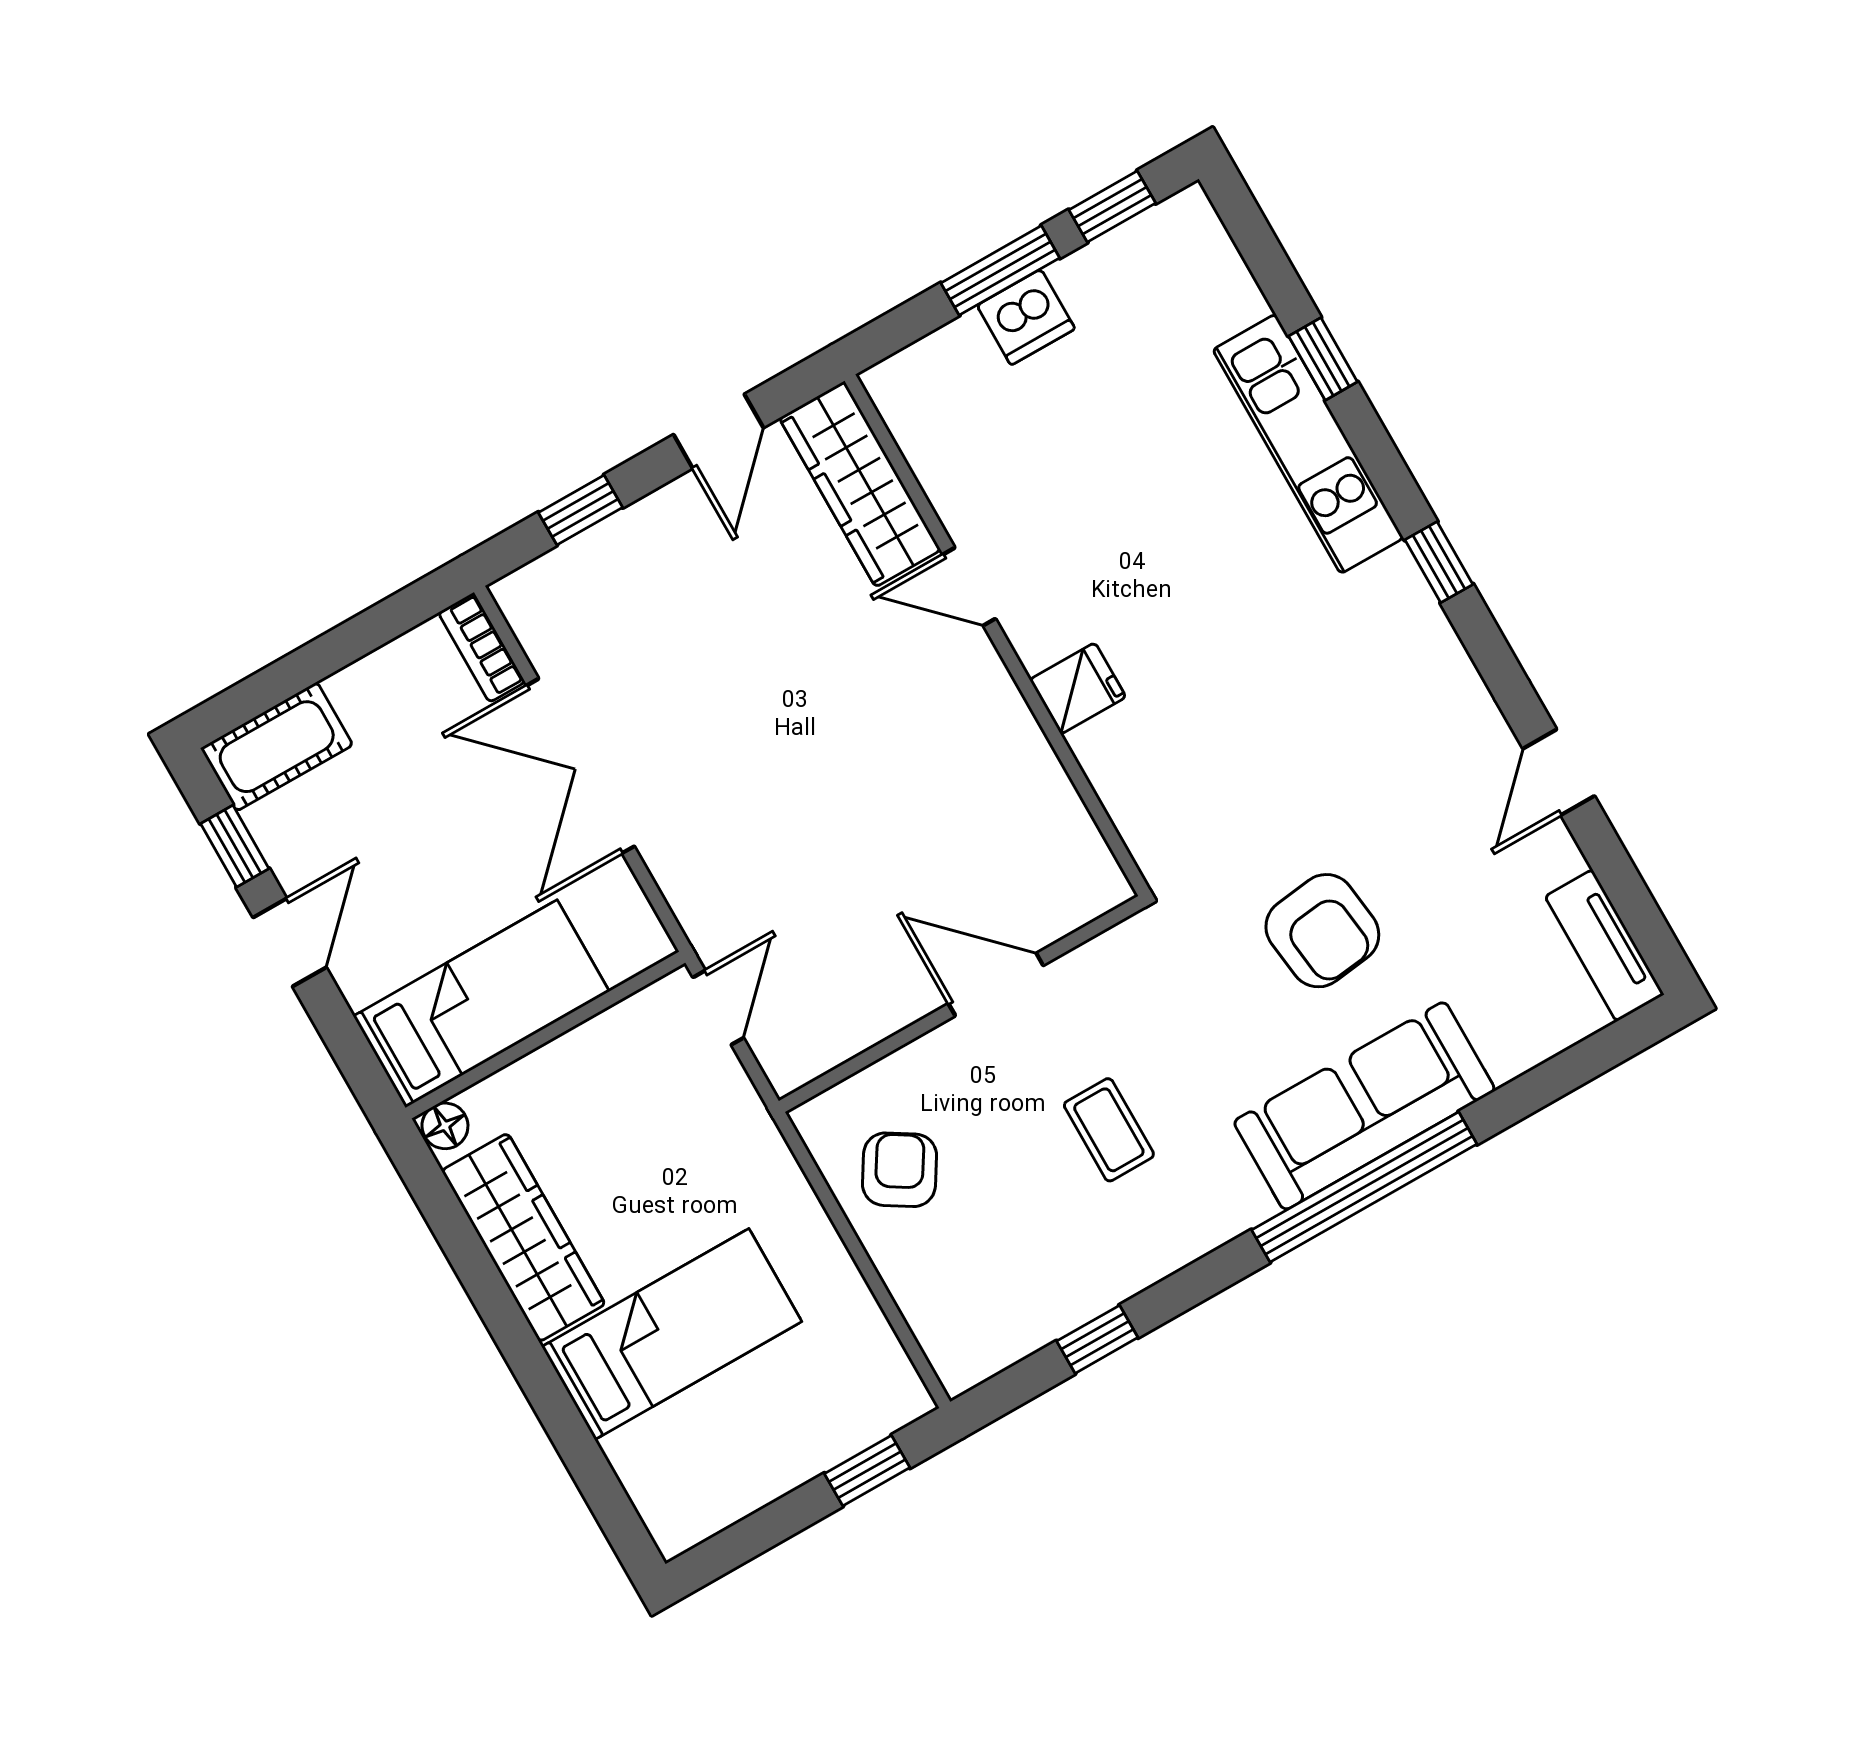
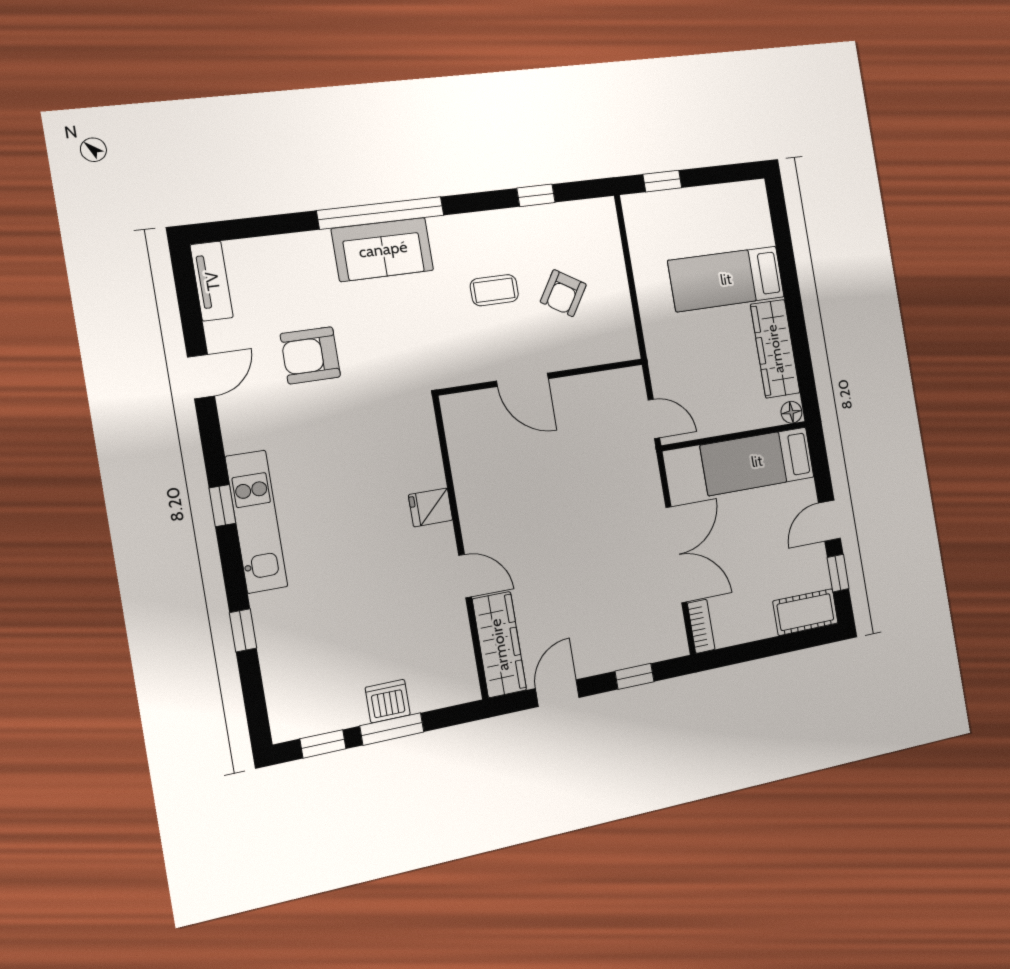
kitchen unit: (1308, 444) -> (256, 522), moved
armchair: (1322, 931) -> (310, 355), moved, turned -83
door: (718, 1008) -> (654, 419), swing flipped
sofa: (1364, 1106) -> (383, 249), width x0.73
coffee table: (1109, 1130) -> (494, 290), turned 90
armchair: (900, 1170) -> (563, 293), moved

